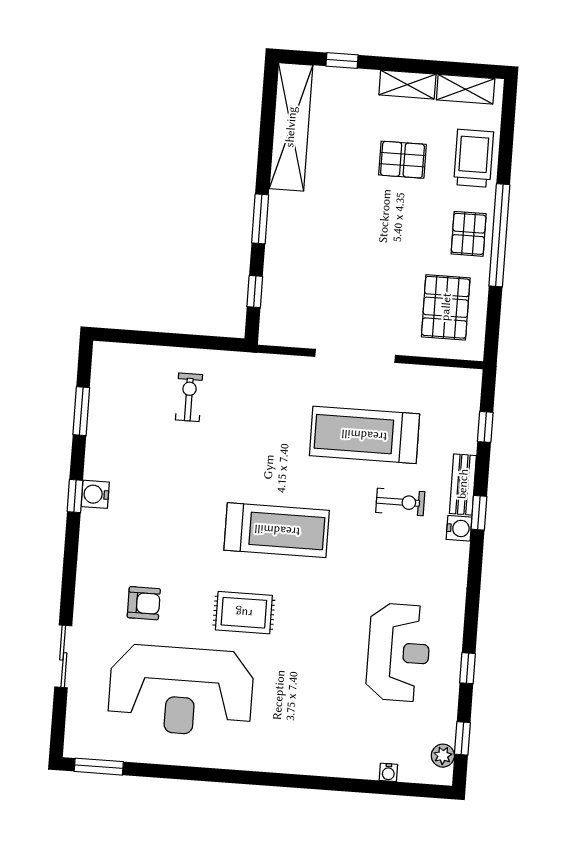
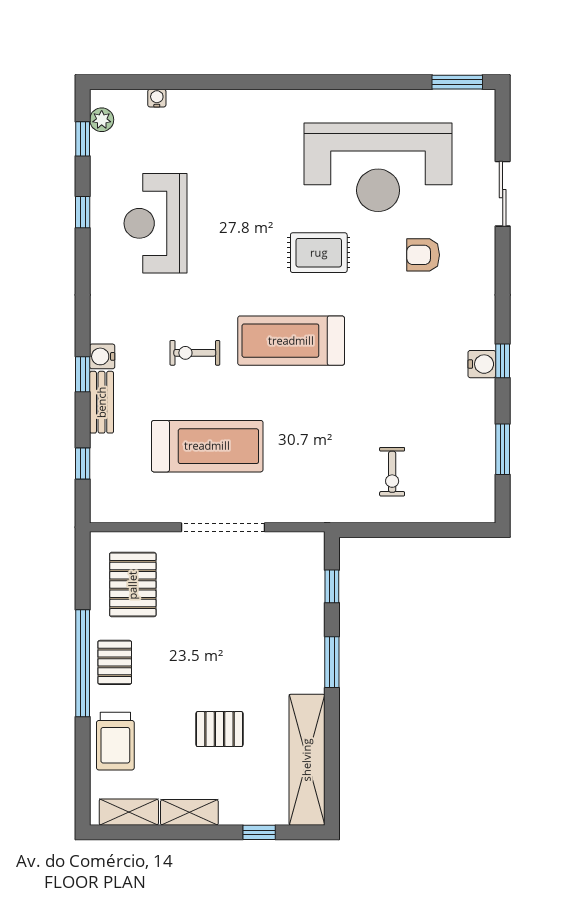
pallet: (402, 160) -> (219, 729), moved
exercise bike: (400, 502) -> (195, 353), moved
reception desk: (181, 691) -> (378, 167), turned 180

